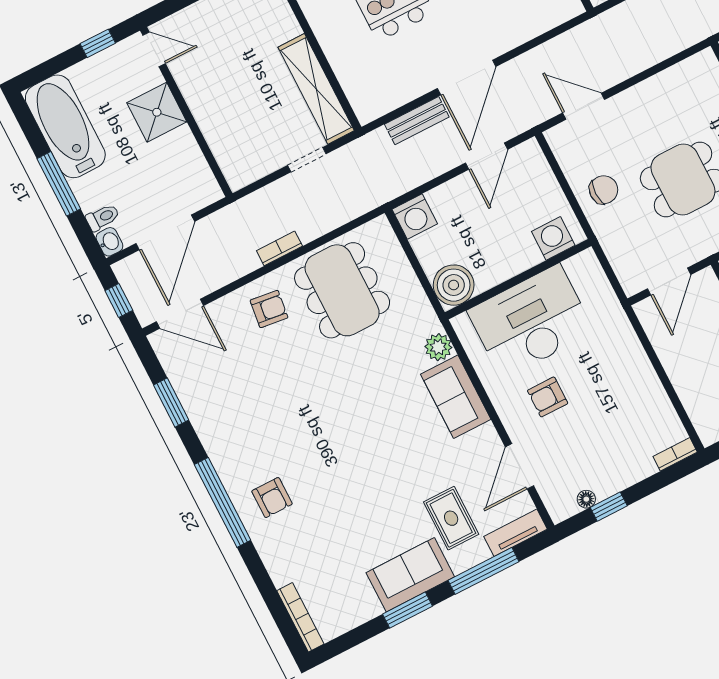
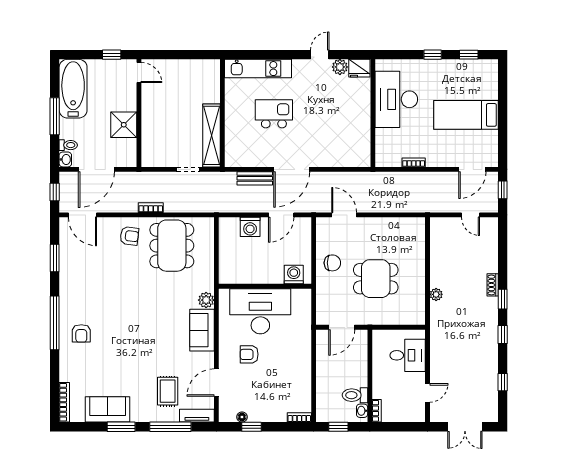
shower: (157, 112) -> (124, 125), moved
washing machine: (415, 217) -> (250, 227), moved
boiler: (454, 285) -> (230, 272), removed
sofa: (410, 575) -> (108, 409), moved

